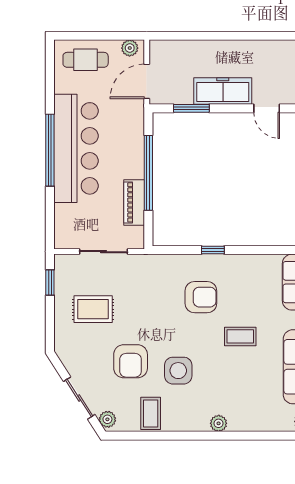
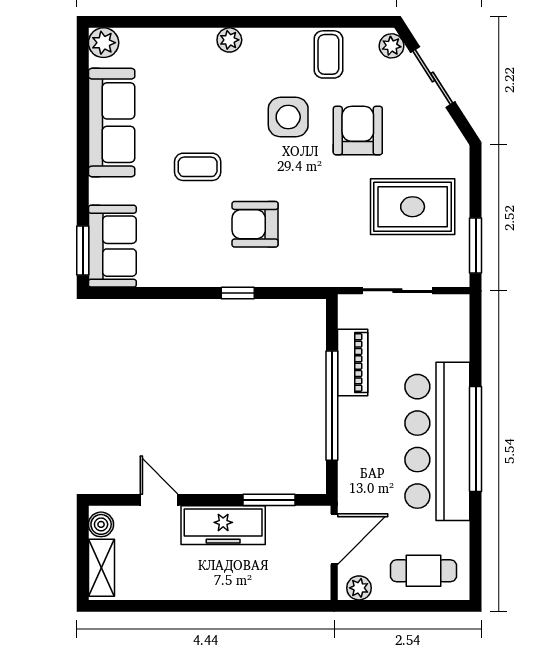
window: (50, 283) -> (476, 245), width x1.50
rug: (93, 309) -> (413, 207), width x1.36, depth x1.43

